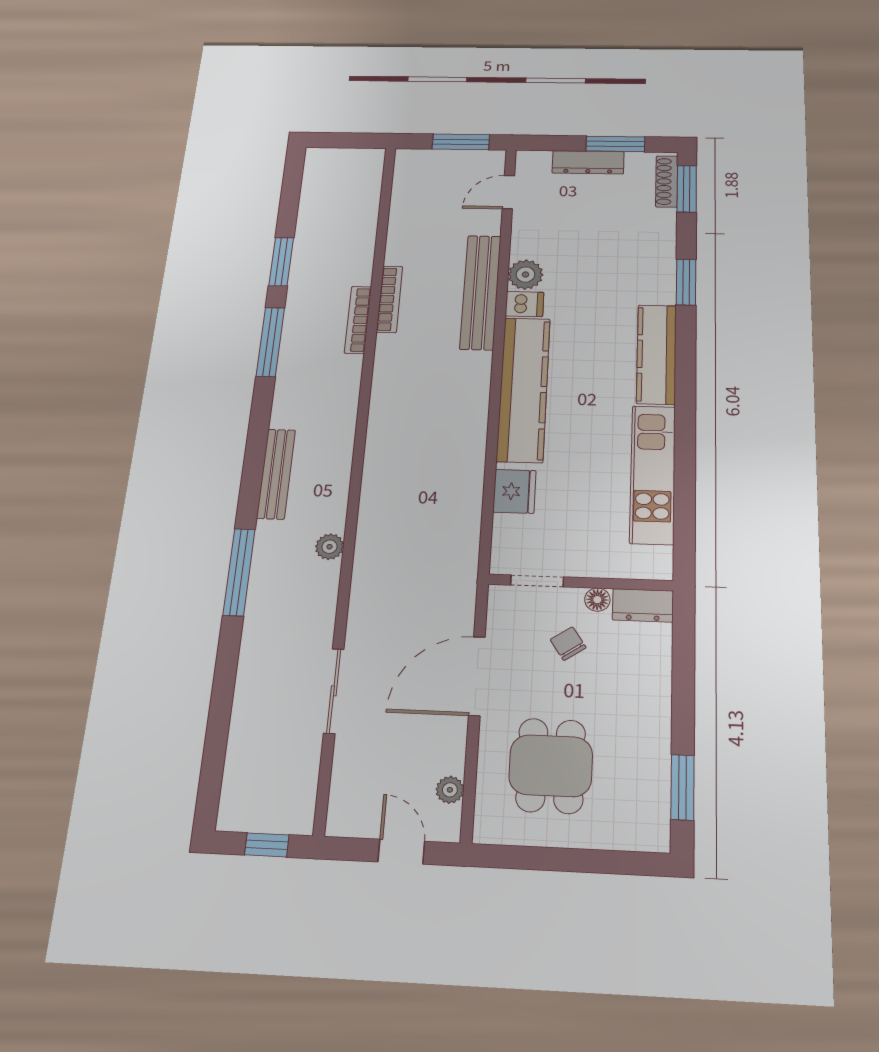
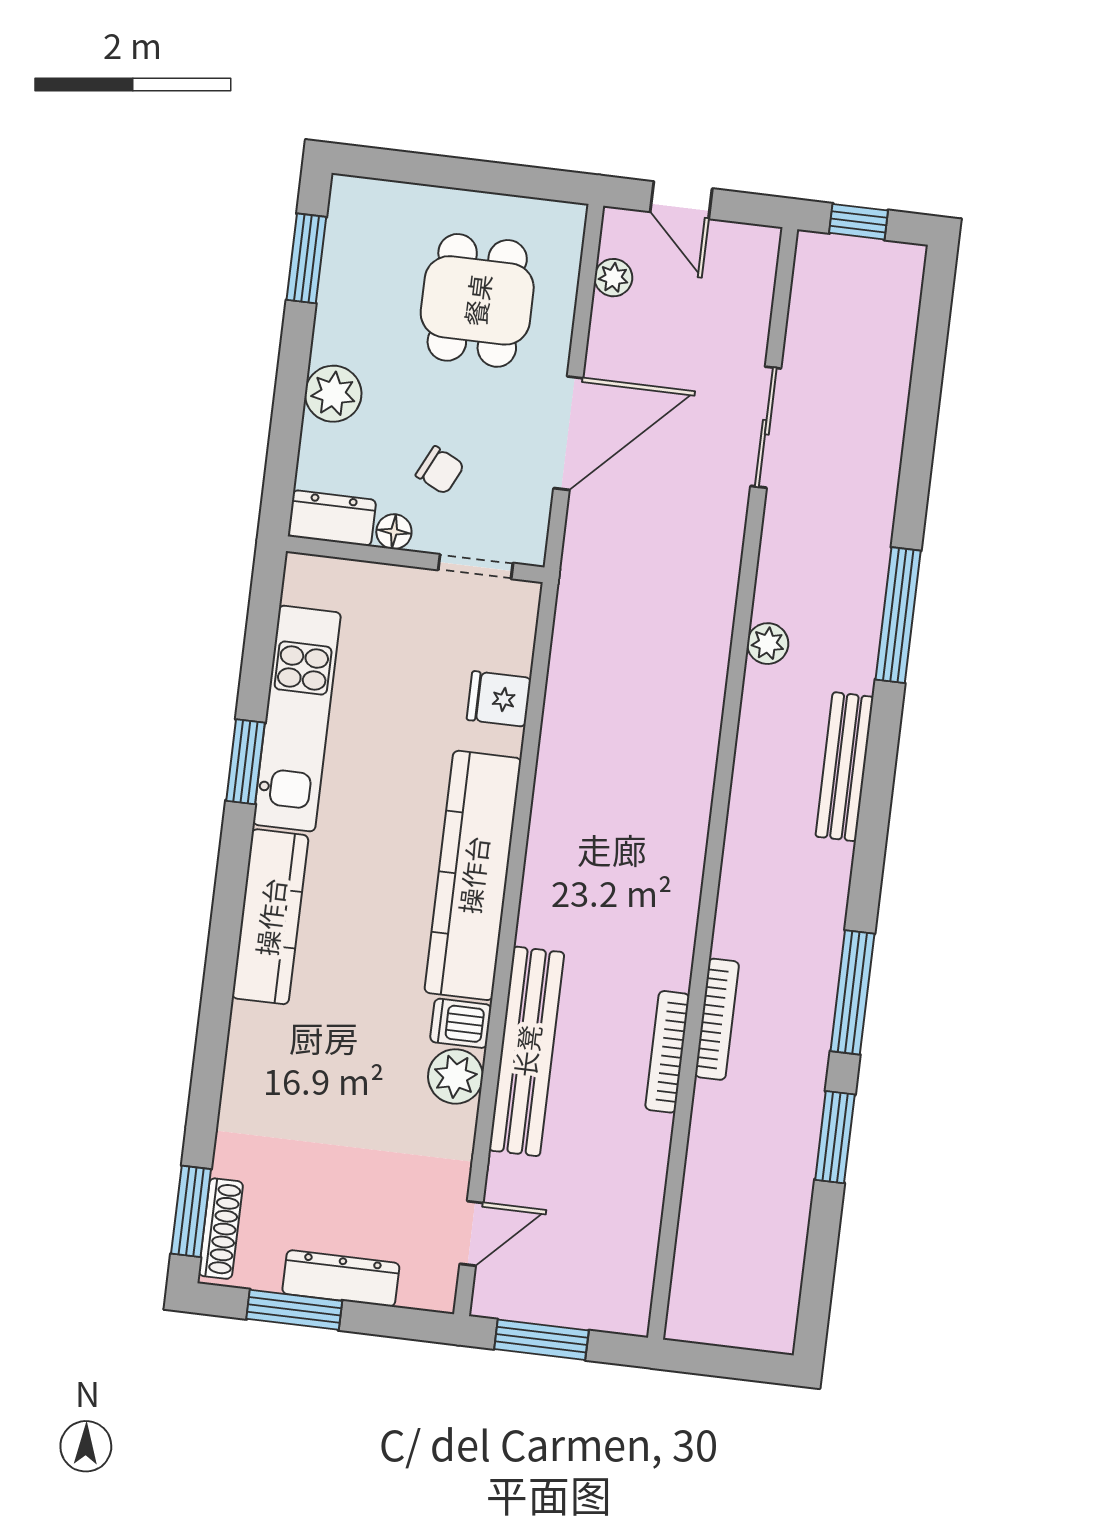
window: (686, 282) -> (246, 762), moved
fridge: (514, 491) -> (499, 699), width x0.72
chair: (568, 644) -> (440, 470), turned -30
plant: (651, 691) -> (333, 394), added

